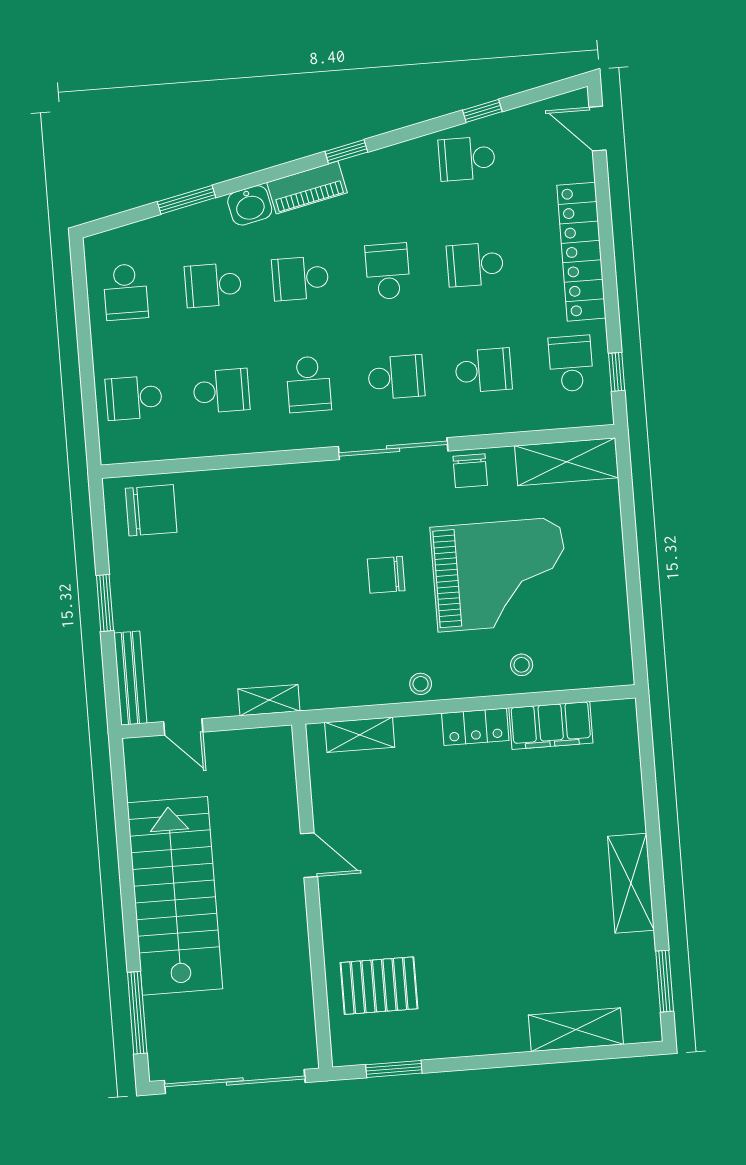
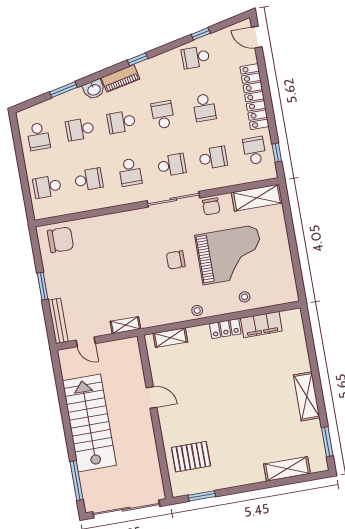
school desk: (475, 264) -> (204, 108), turned -90

